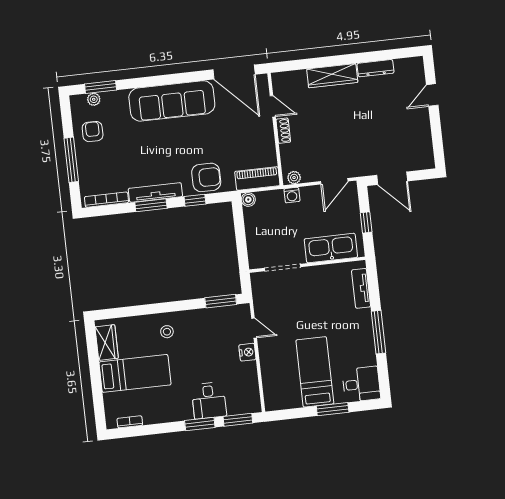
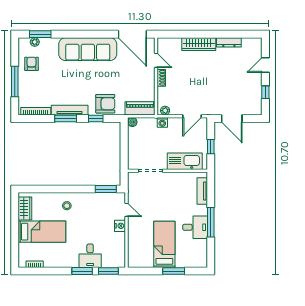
window: (437, 135) -> (265, 92), added
desk: (361, 384) -> (195, 227), moved

